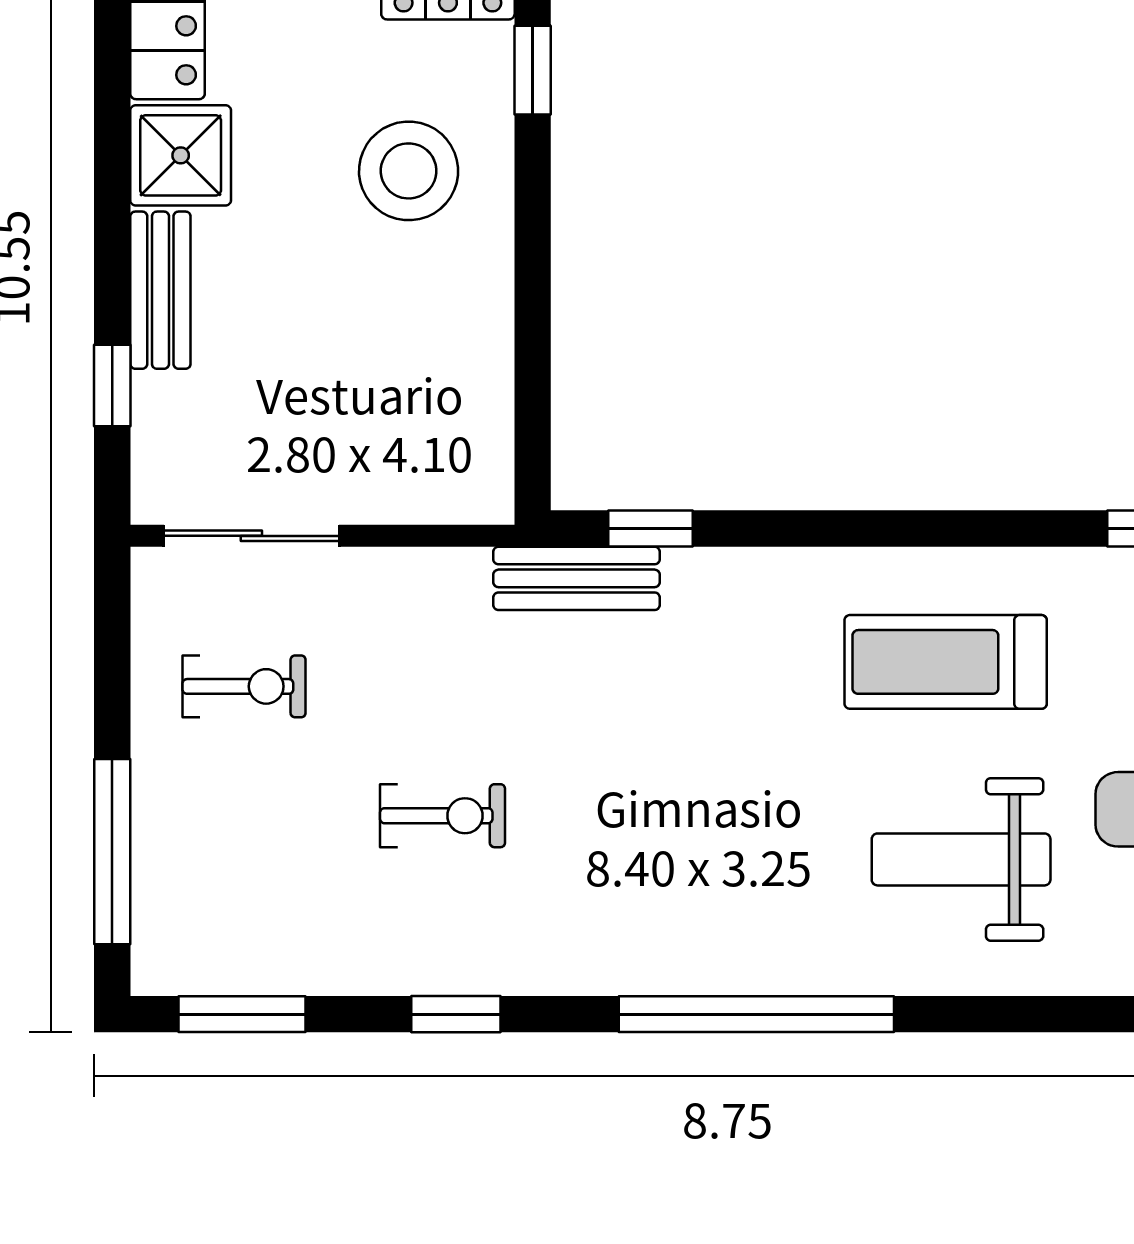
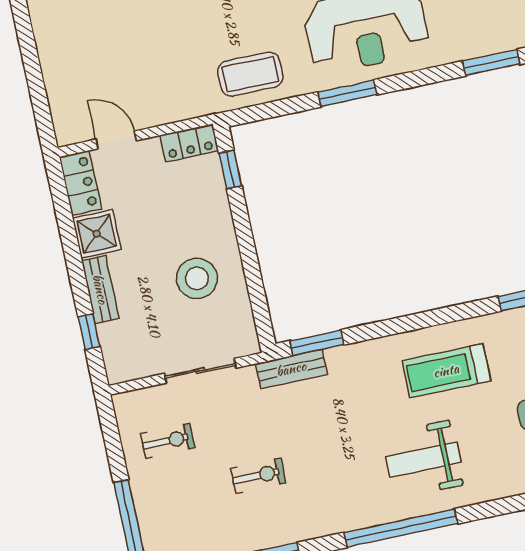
stool: (409, 171) -> (197, 278), moved
window: (651, 529) -> (317, 343), width x1.50
sliding door: (251, 536) -> (200, 371), moved
weight bench: (961, 859) -> (423, 459), moved

